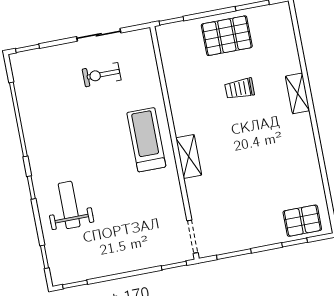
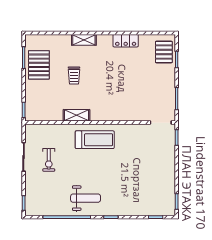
pallet: (227, 36) -> (39, 65), moved
treadmill: (146, 140) -> (95, 140), turned 180
shelving: (189, 156) -> (77, 115), moved
locker: (309, 158) -> (126, 41), added
weight bench: (69, 205) -> (86, 198), moved, turned 180

